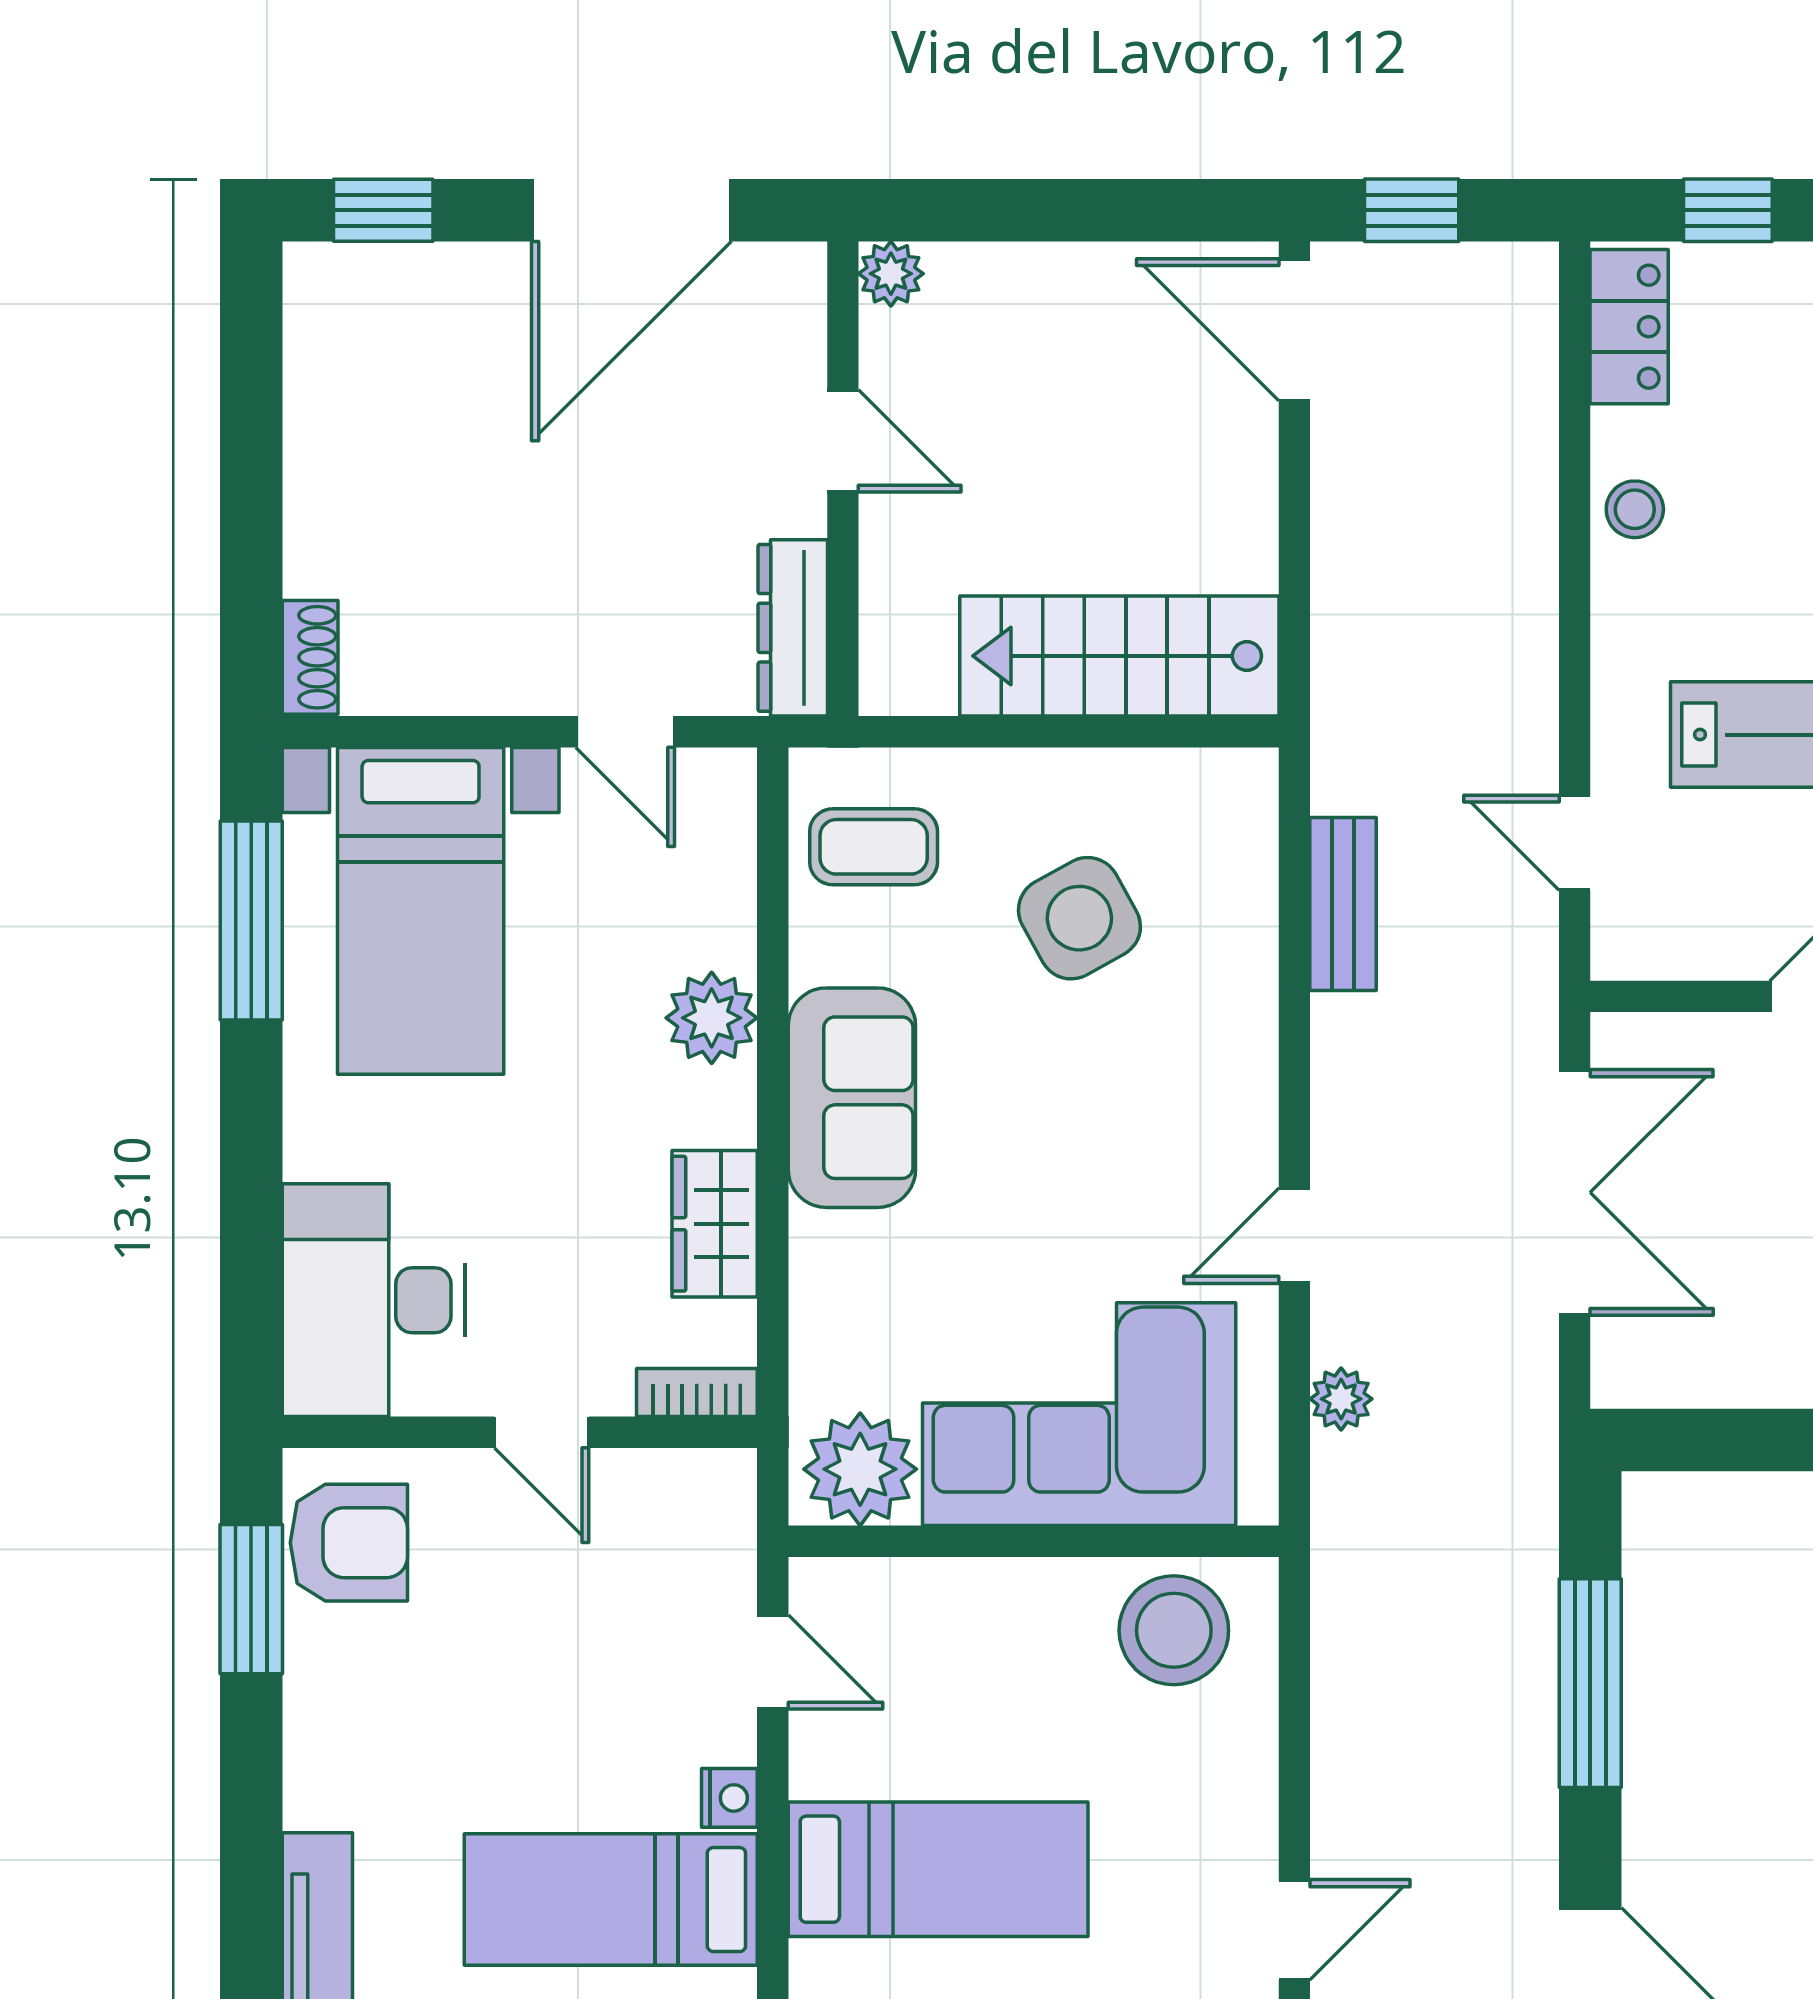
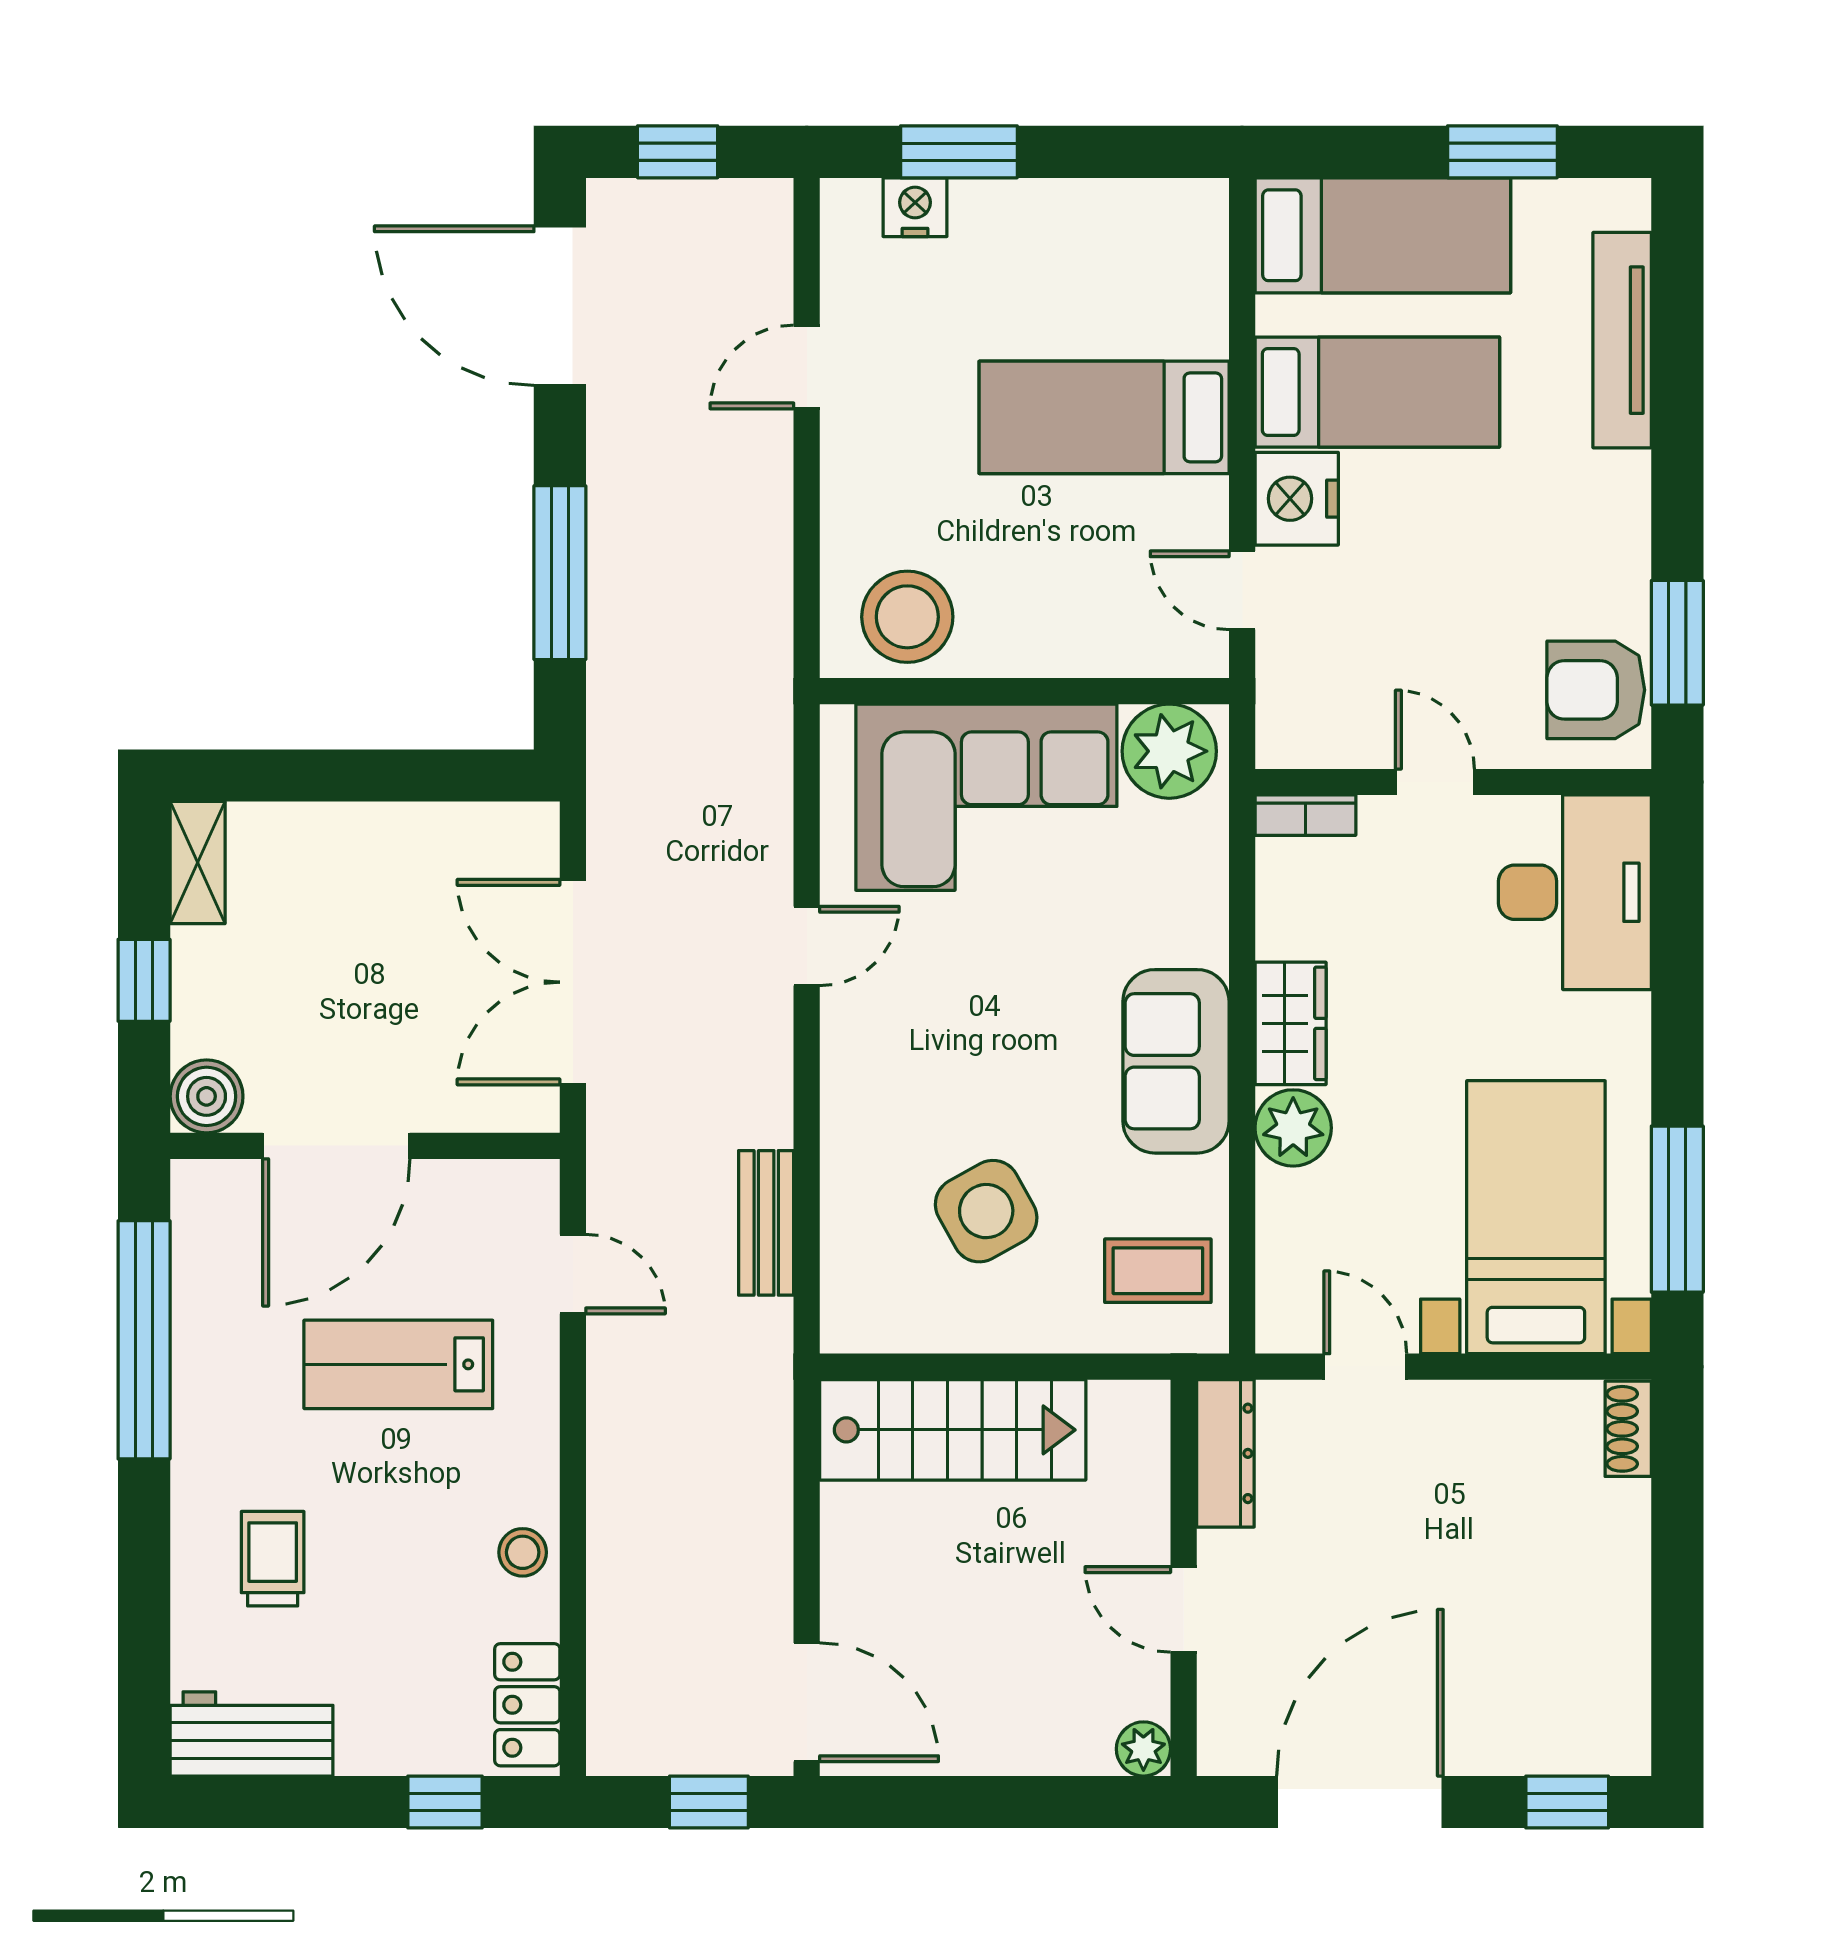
wardrobe: (715, 1224) -> (1291, 1023), moved
plant: (1341, 1399) -> (768, 810), removed
nightstand: (729, 1798) -> (1297, 499), width x1.89, depth x1.79

